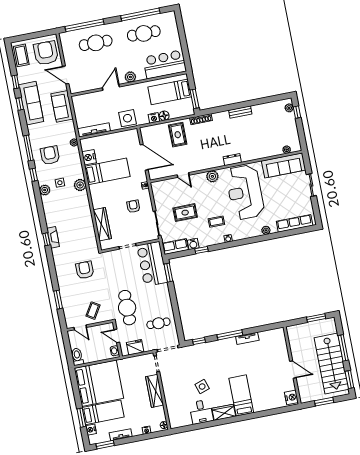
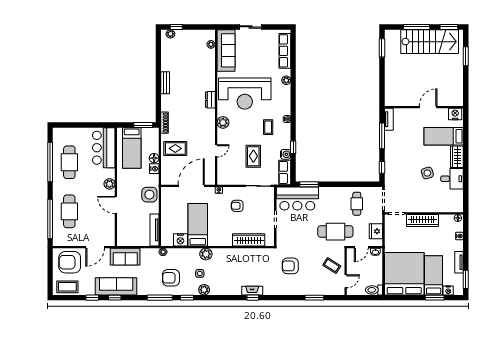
wall: (292, 365) -> (424, 107), moved
door: (293, 370) -> (428, 107), moved
nightstand: (291, 397) -> (455, 114), moved

